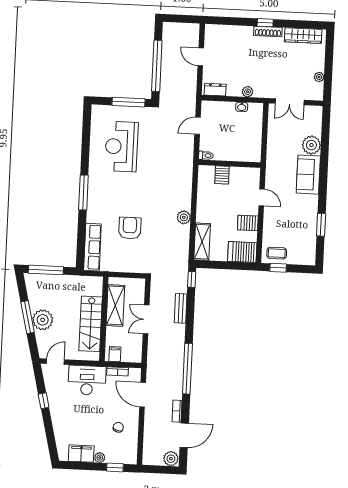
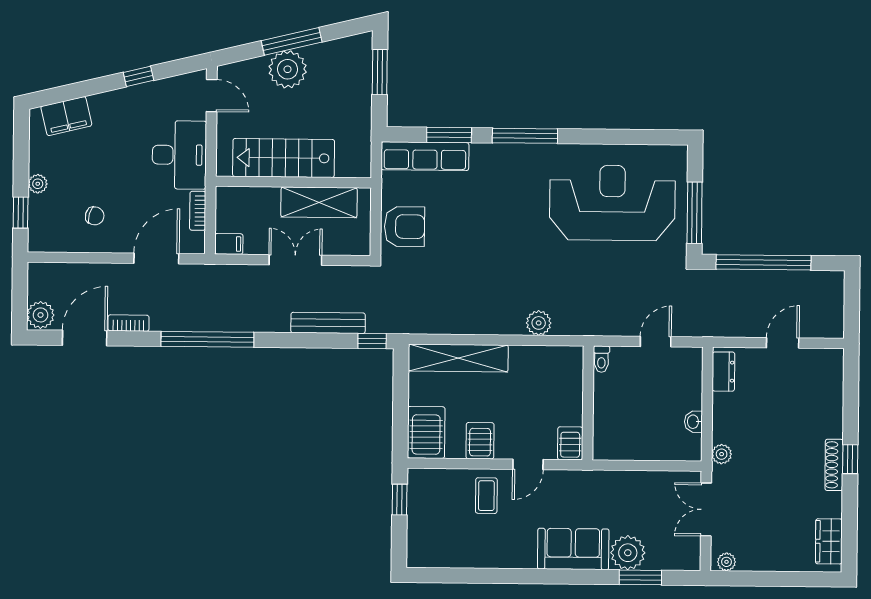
wardrobe: (303, 36) -> (829, 541), width x0.67
plant: (319, 77) -> (726, 562), moved
plant: (248, 92) -> (722, 454), moved
door: (198, 126) -> (656, 342), hinge flipped
reception desk: (121, 147) -> (612, 203), width x1.36, depth x1.30
server rack: (222, 175) -> (570, 443), moved, turned 90
plant: (184, 217) -> (539, 323), moved
window: (321, 225) -> (640, 577), moved
armchair: (130, 228) -> (405, 227), moved
window: (81, 234) -> (449, 135), added
shelving: (202, 242) -> (458, 358), width x1.47
coffee table: (277, 253) -> (486, 496), moved
window: (46, 270) -> (380, 72), width x0.69
bench: (181, 308) -> (328, 323), width x1.36
filing cabinet: (115, 354) -> (229, 244), moved
door: (184, 435) -> (85, 338), swing flipped
filing cabinet: (81, 454) -> (66, 116), moved, turned 77

